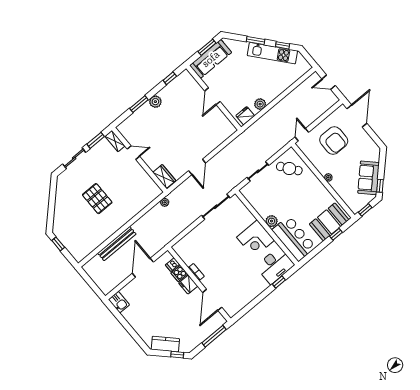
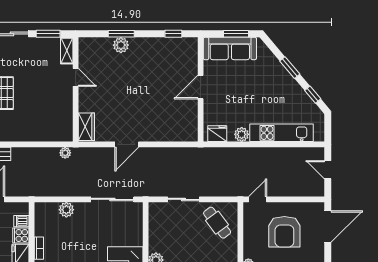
kitchen unit: (272, 53) -> (281, 133), moved, turned 130
plant: (155, 102) -> (121, 45), moved
plant: (194, 236) -> (66, 210), added

